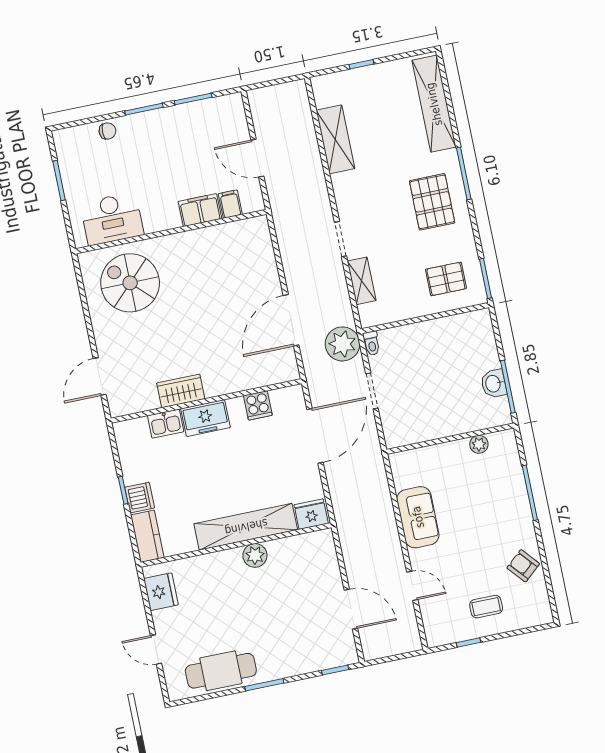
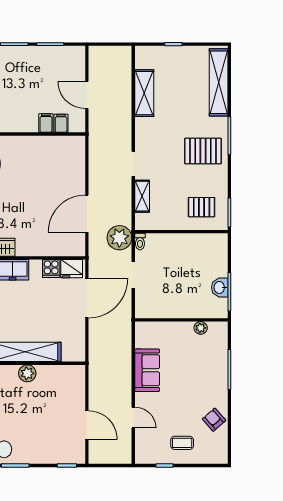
pallet: (432, 202) -> (203, 151), turned 90
filing cabinet: (200, 210) -> (46, 123), width x0.50
fridge: (311, 514) -> (72, 269), moved, turned 180

